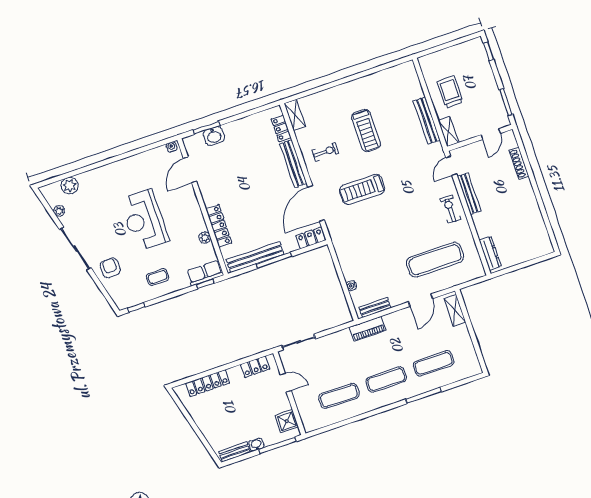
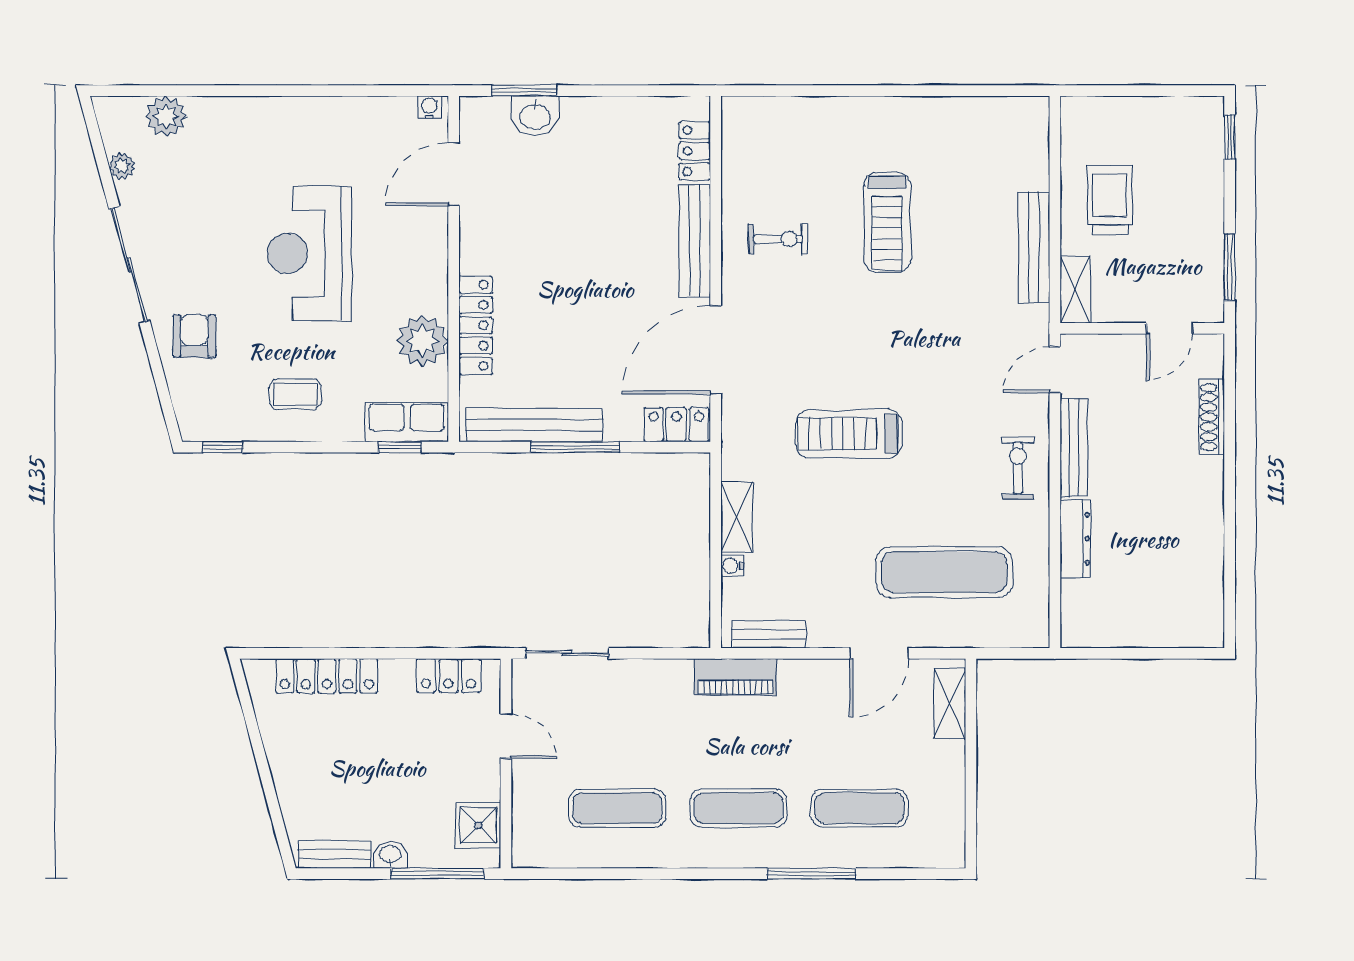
shelving: (295, 115) -> (737, 517), moved
treadmill: (362, 189) -> (849, 434), moved
plant: (205, 238) -> (422, 341), width x1.88, depth x1.88
dresser: (490, 253) -> (1075, 539), moved

